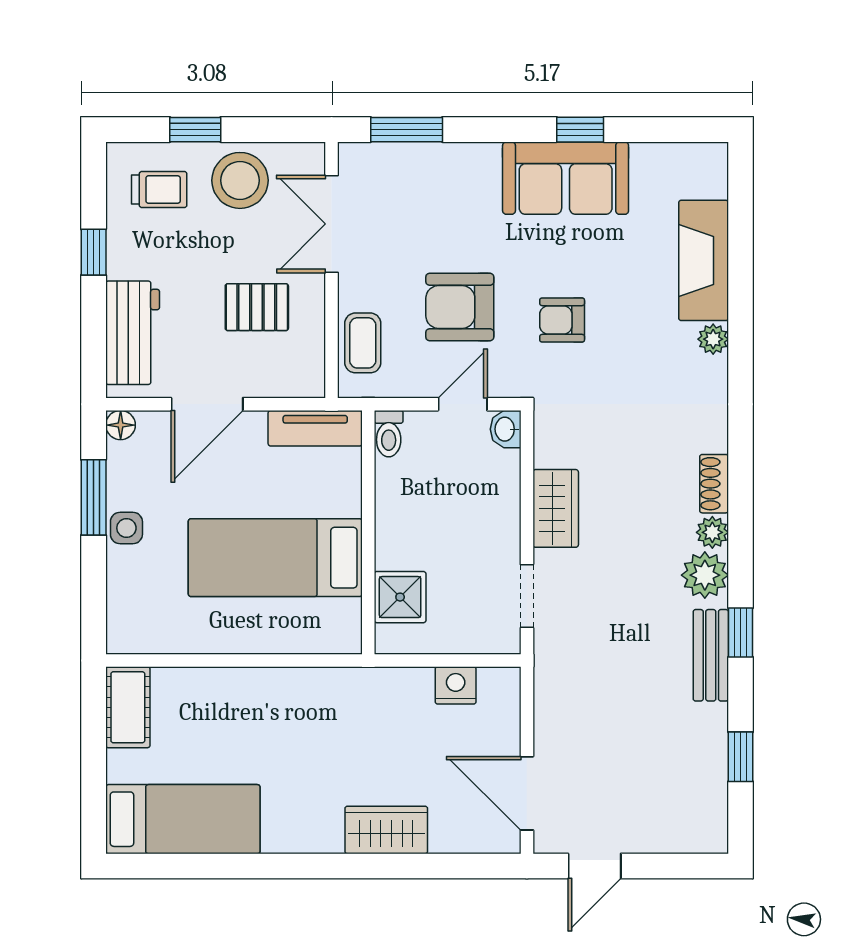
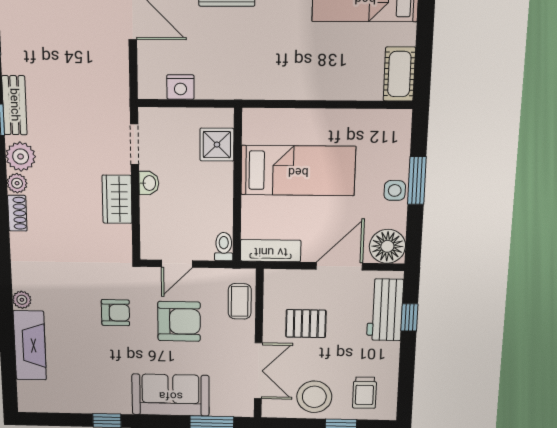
sofa: (566, 178) -> (171, 395), moved
trolley: (159, 190) -> (364, 393), turned -90
window: (94, 252) -> (409, 317), moved
floor lamp: (121, 425) -> (387, 246), width x1.89, depth x1.89
washbasin: (506, 429) -> (149, 183), moved
window: (94, 497) -> (417, 180), moved

